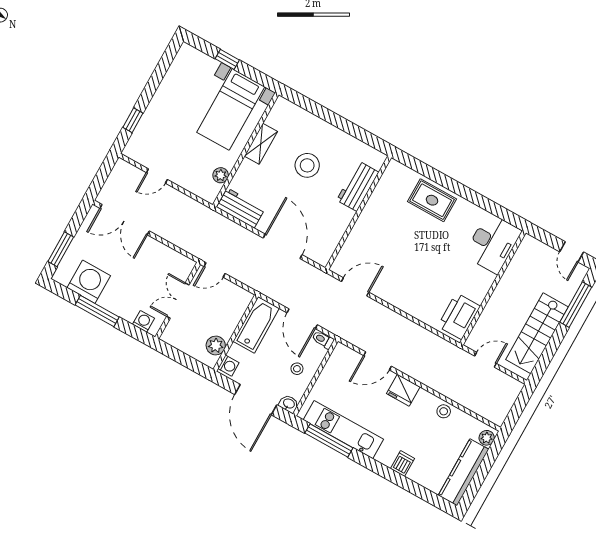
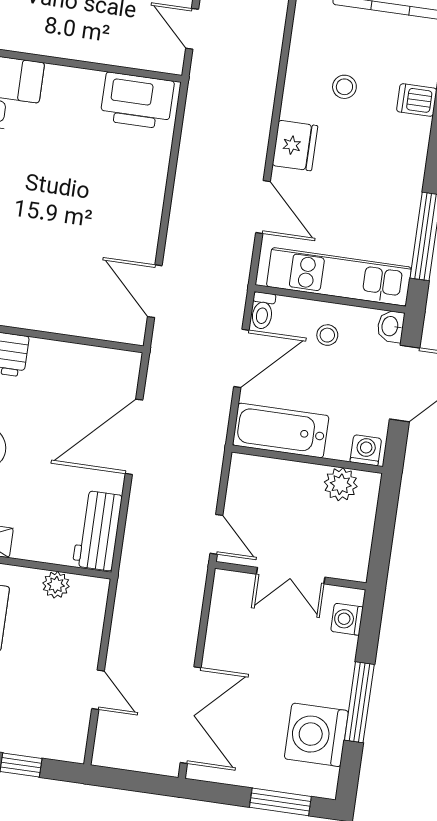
stool: (444, 411) -> (344, 87), moved
kitchen unit: (343, 430) -> (339, 277), moved, turned 90

